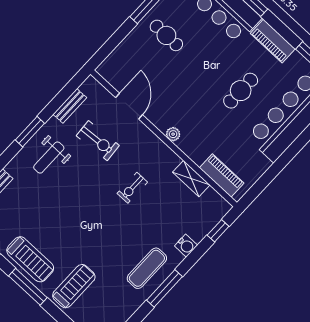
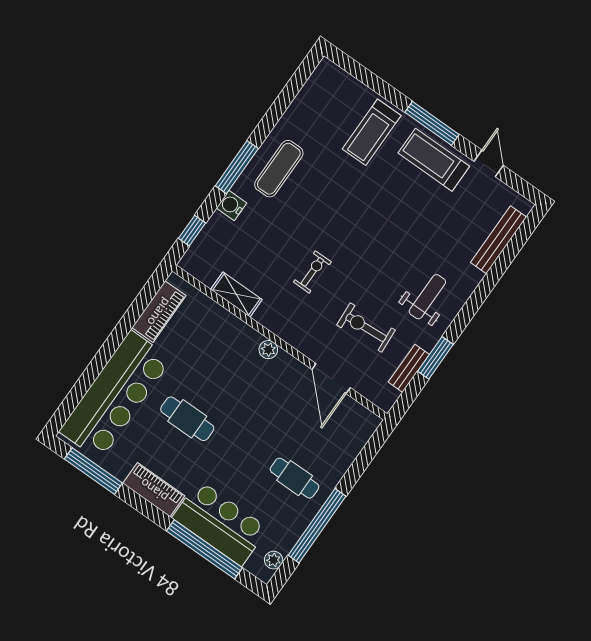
cafe table: (241, 91) -> (187, 419), turned 90
window: (30, 132) -> (435, 358), moved
piano: (222, 175) -> (159, 312), moved, turned -90
window: (165, 288) -> (237, 167), moved

